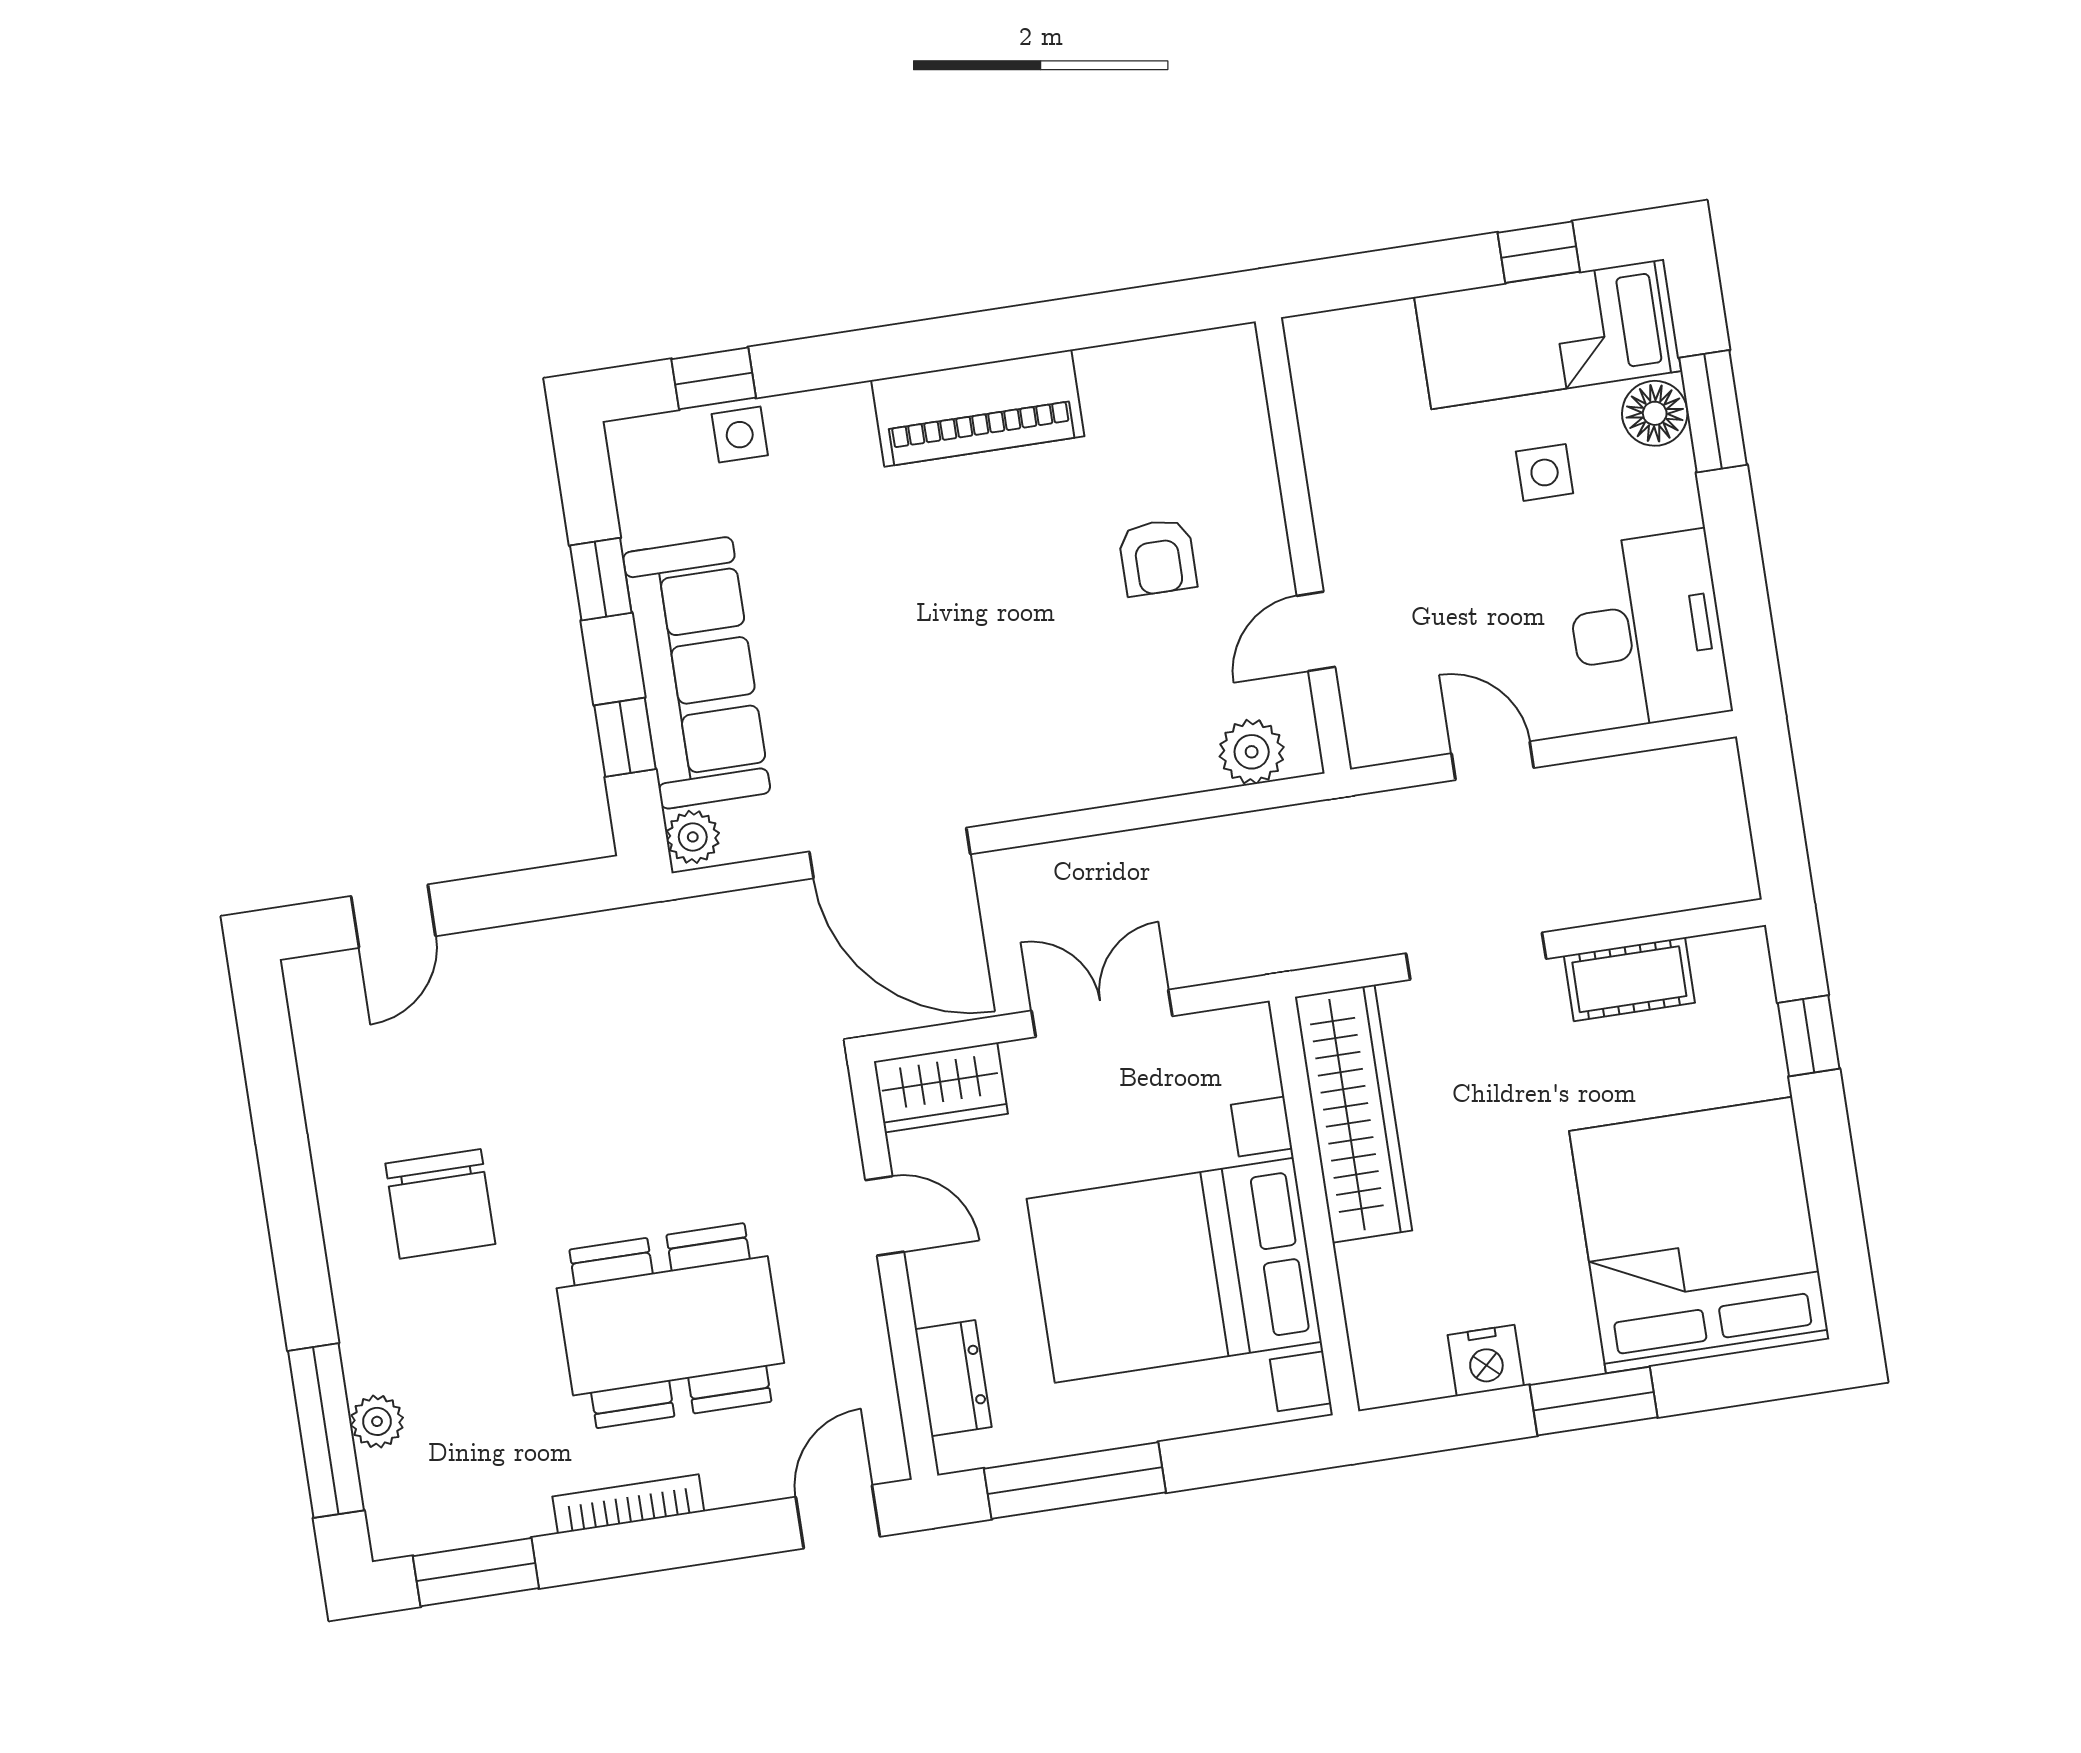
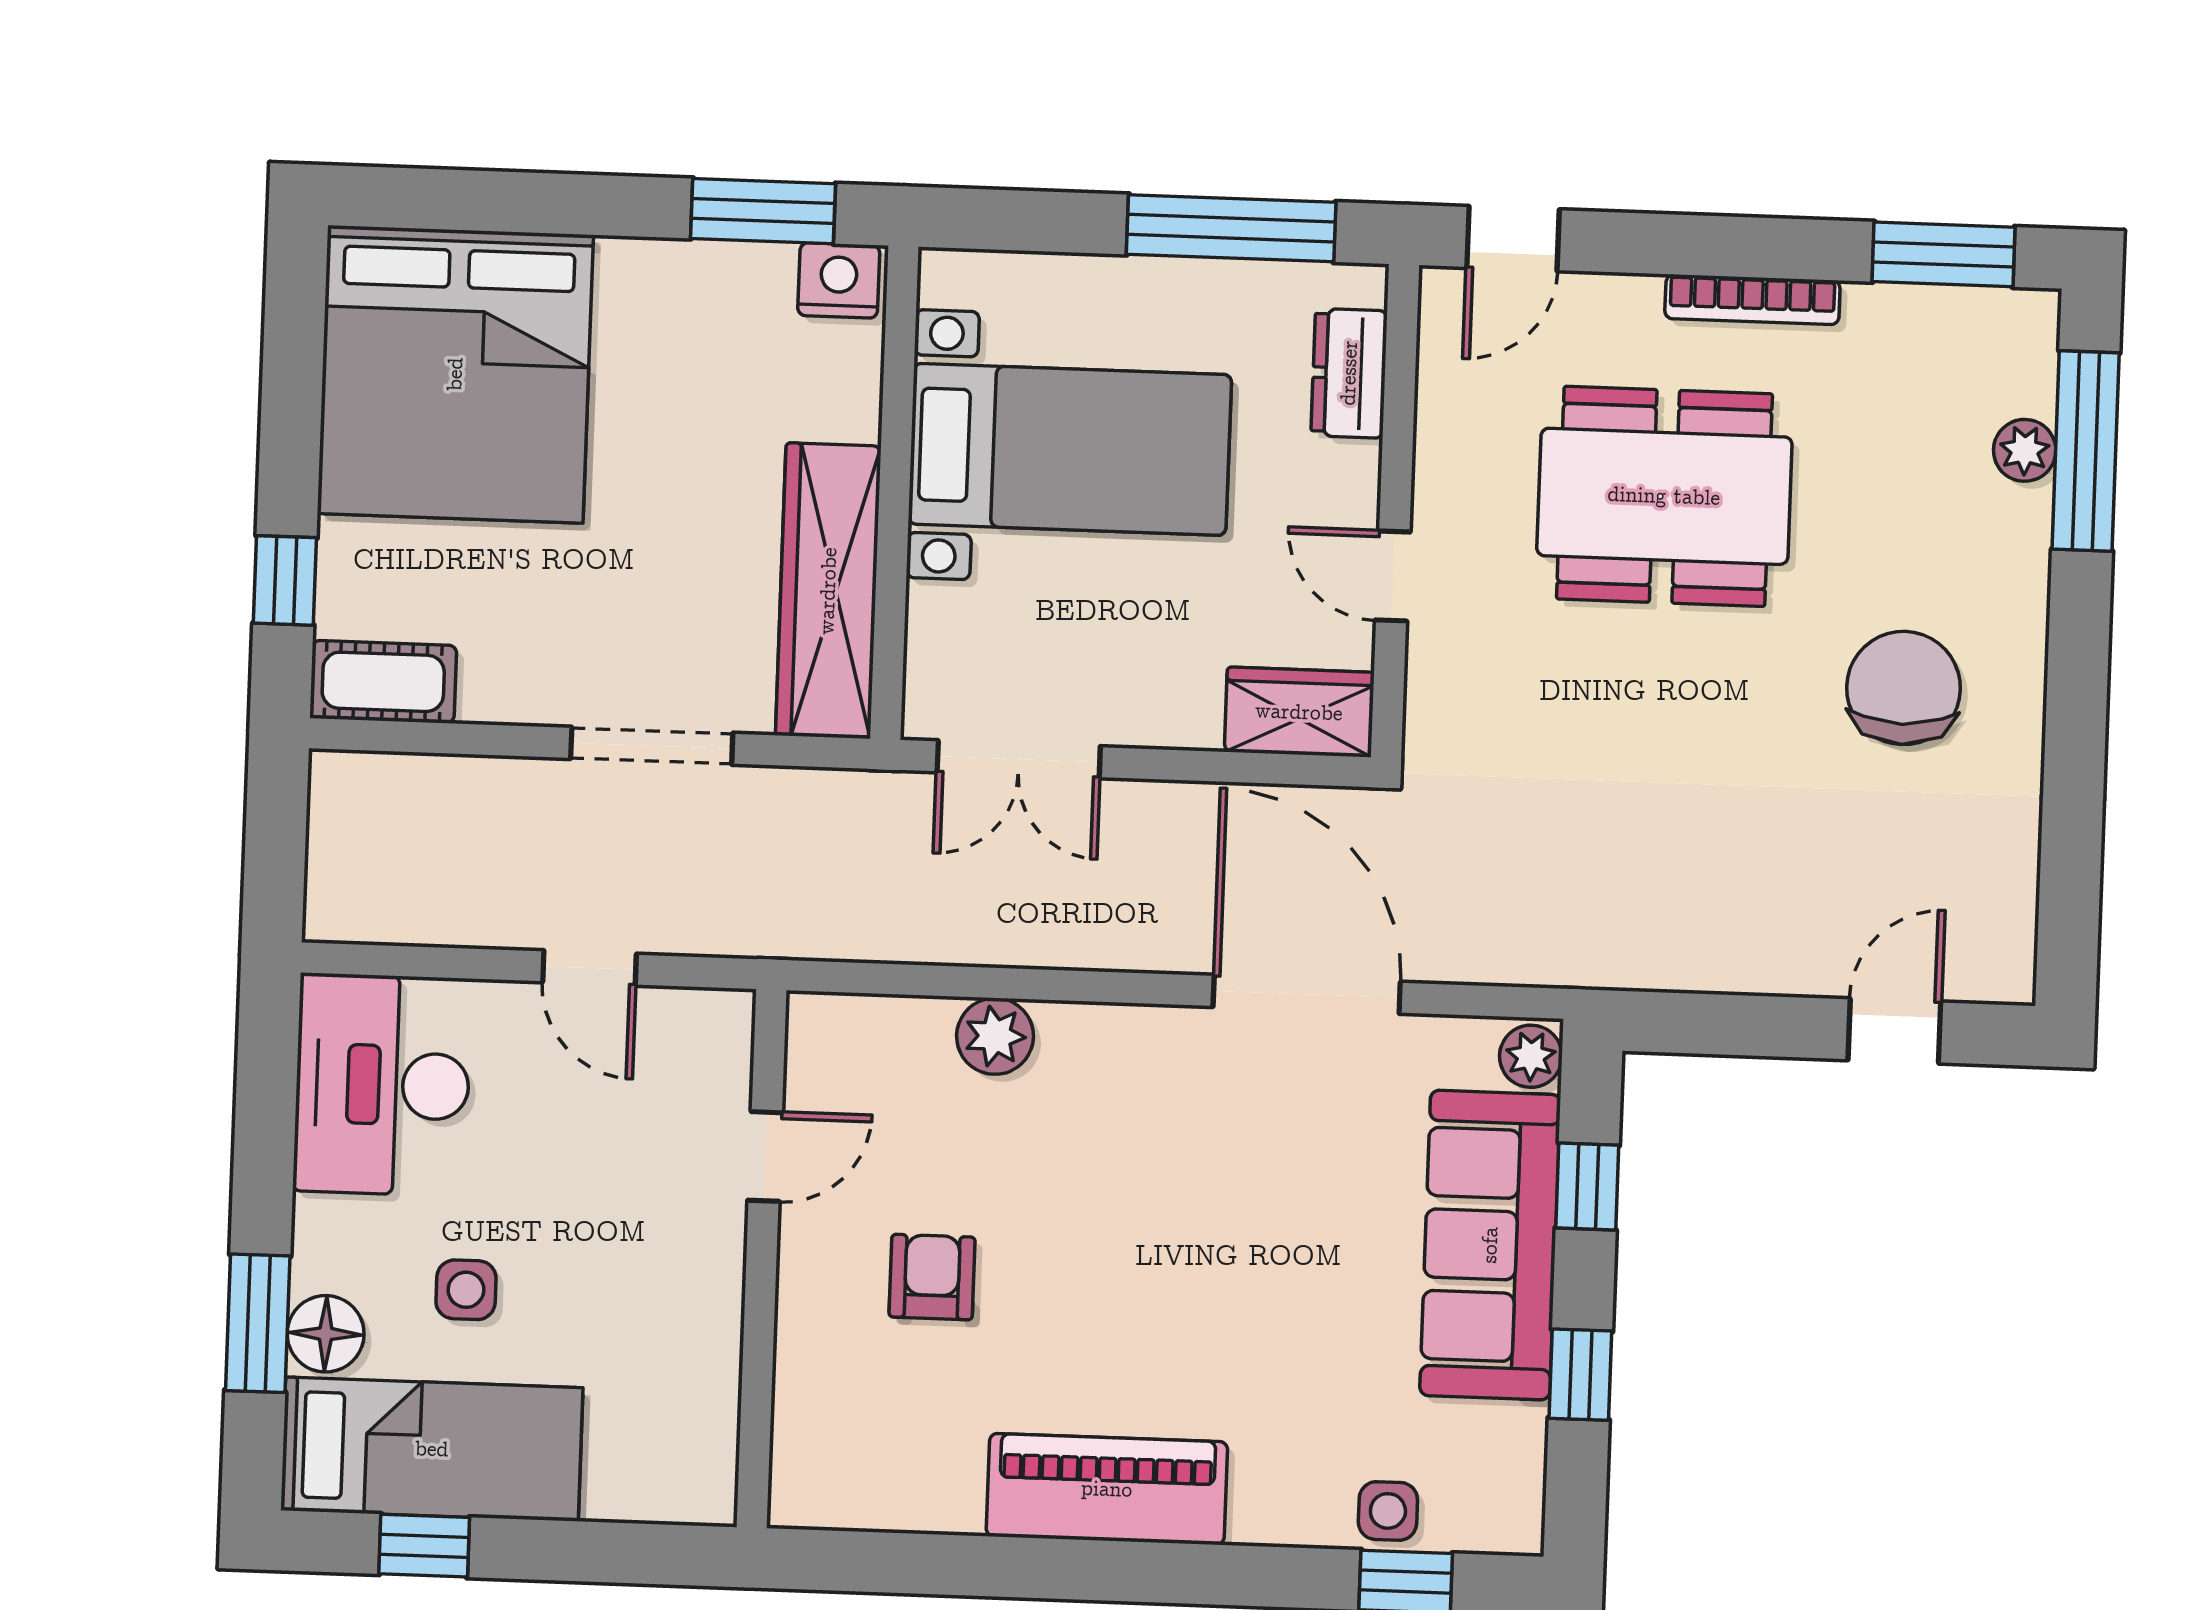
plant: (1252, 752) -> (995, 1036), moved
cot: (1629, 979) -> (383, 682), moved
double door: (1102, 1013) -> (1019, 759), moved
bed with nightstands: (1174, 1270) -> (1070, 449), width x0.73
nightstand: (1486, 1360) -> (839, 280), moved
window: (1594, 1401) -> (763, 211), moved

